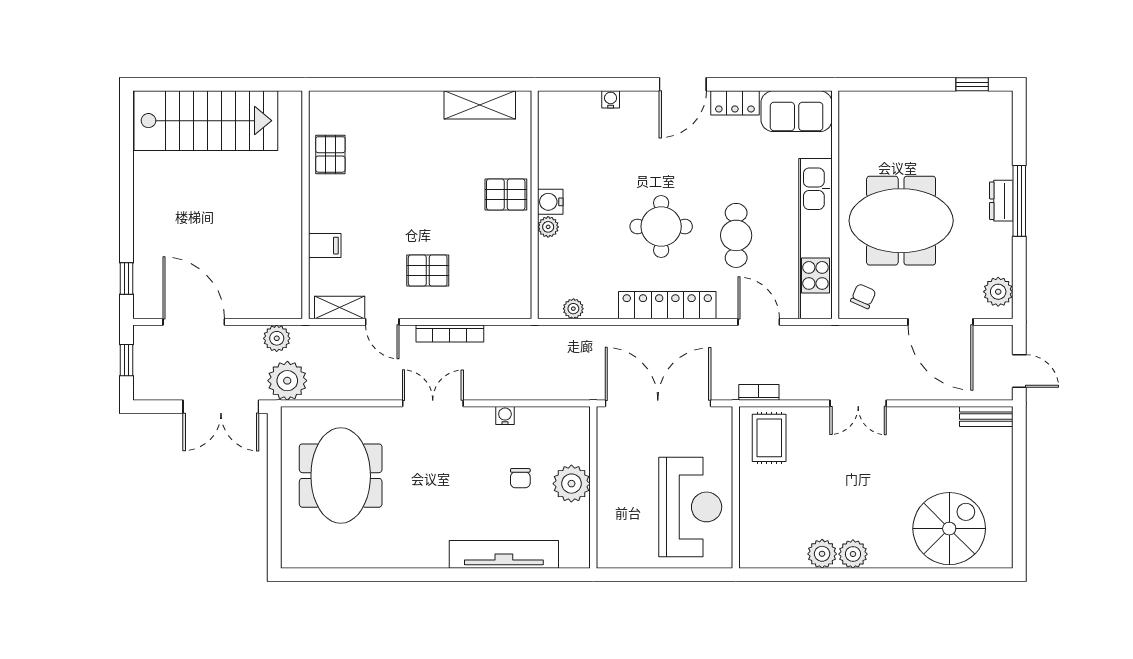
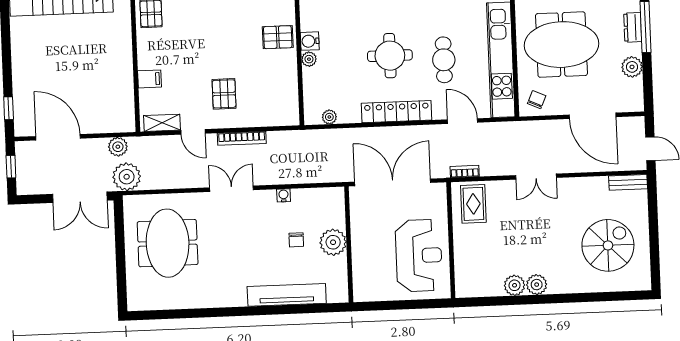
pallet: (428, 271) -> (224, 94), turned 90
plant: (998, 292) -> (632, 67), moved
spiral stairs: (949, 529) -> (608, 245), moved

